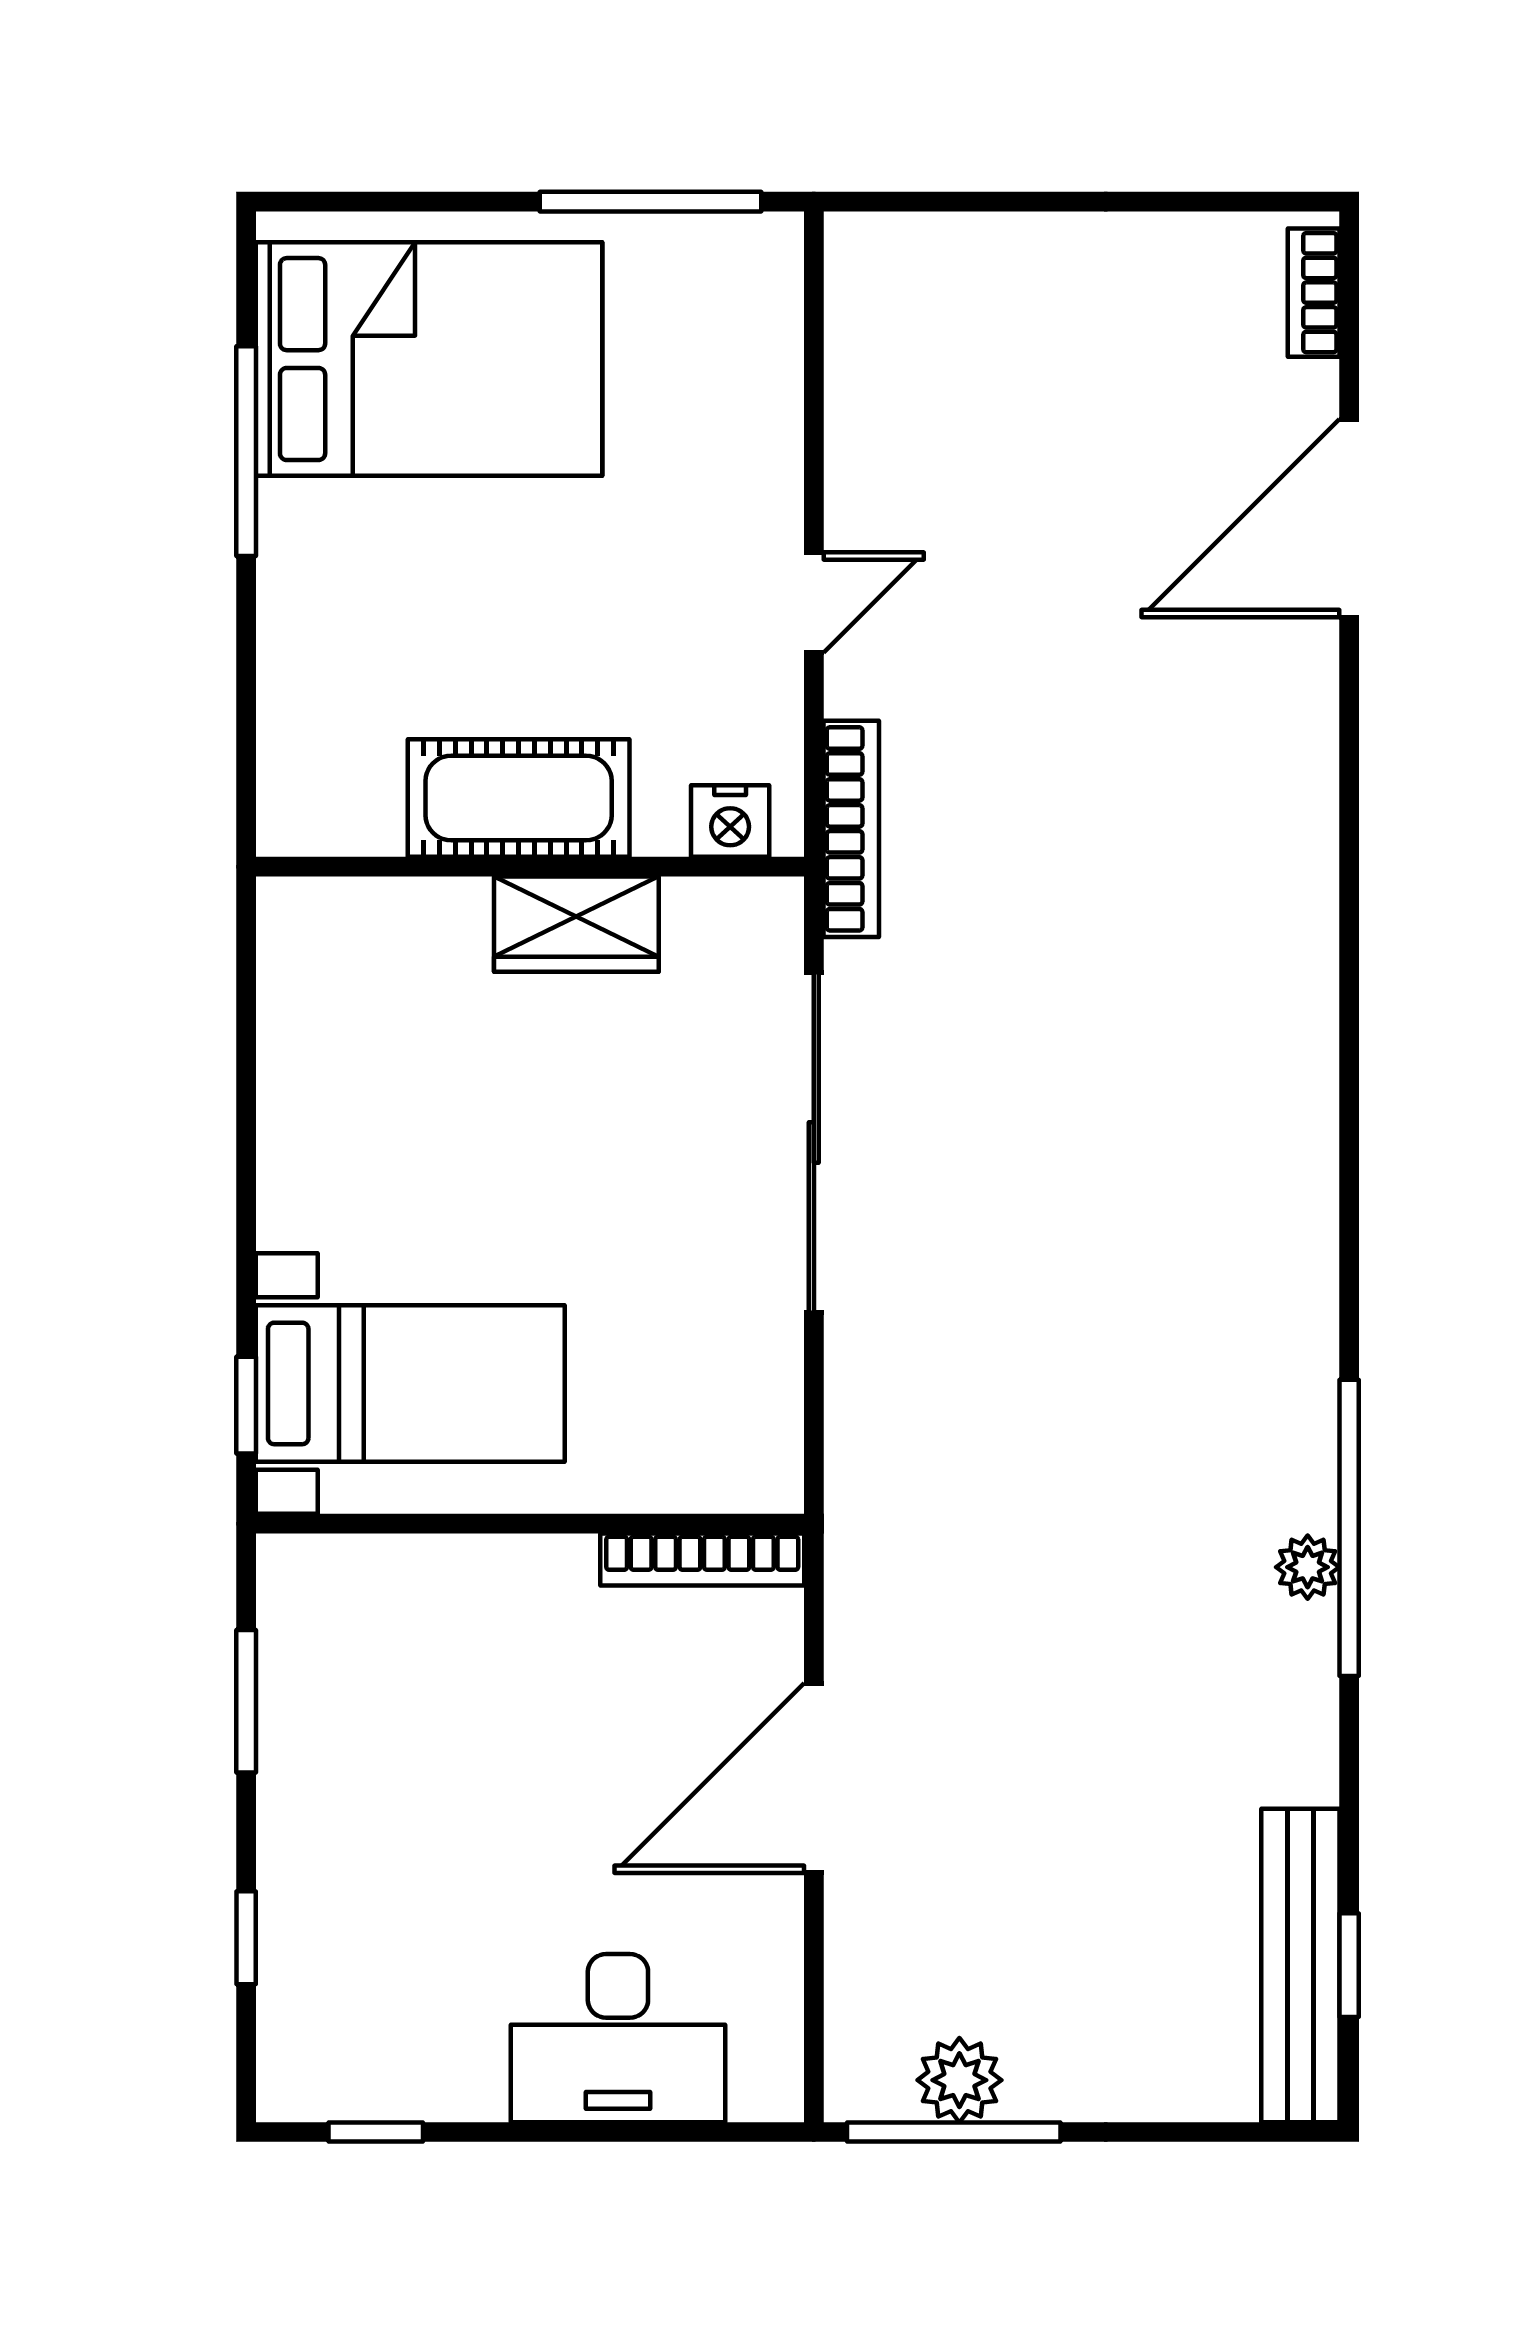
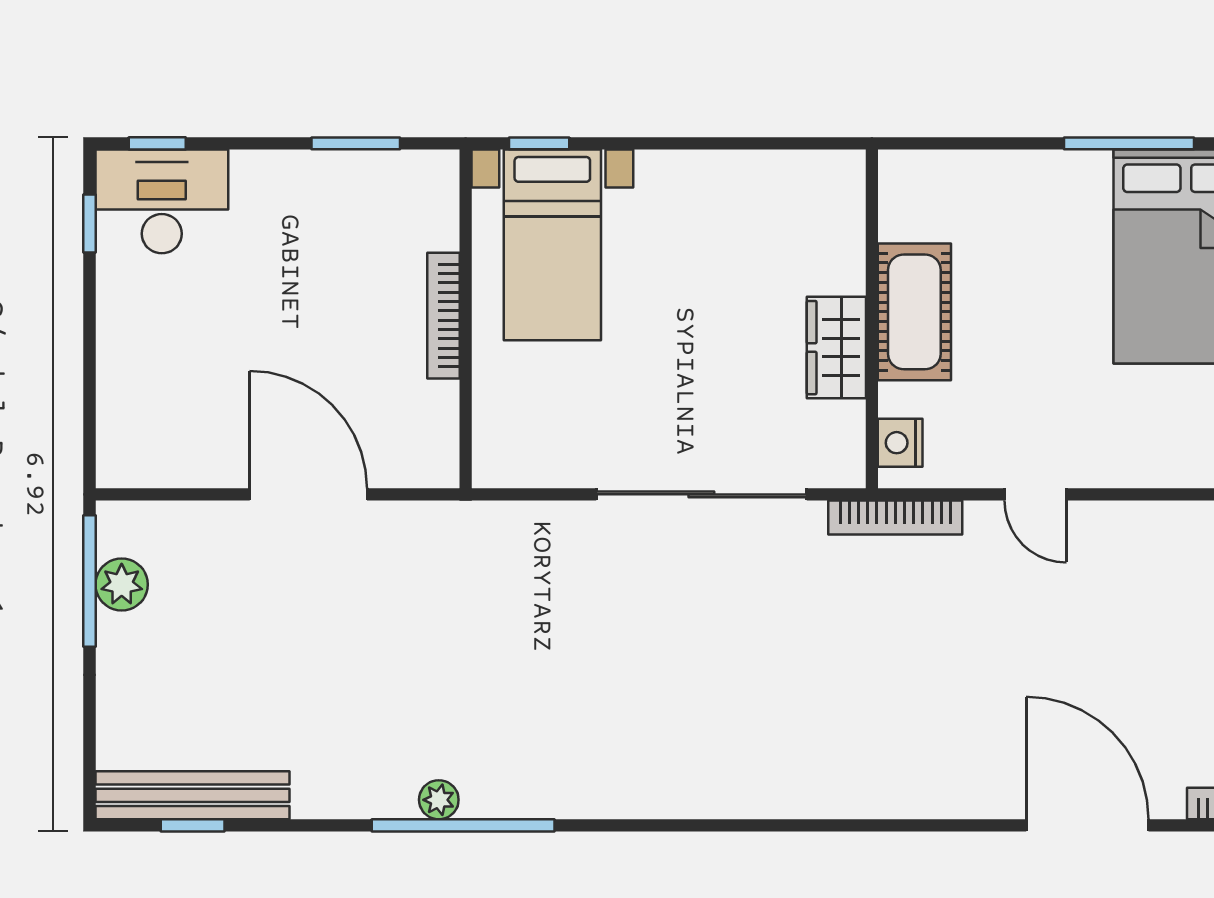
bookcase: (702, 1559) -> (444, 316), moved
window: (246, 1938) -> (157, 143), moved
desk: (618, 2038) -> (162, 201), moved, turned 90

